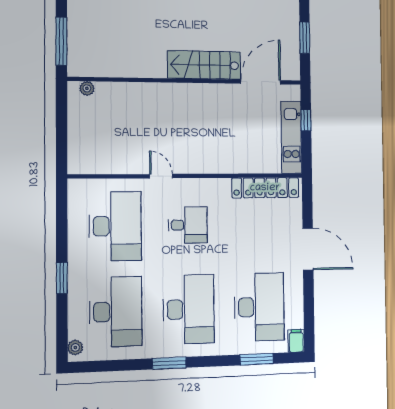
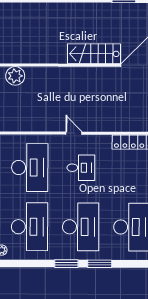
plant: (87, 88) -> (15, 76), width x1.88, depth x1.88
door: (161, 176) -> (74, 133), moved
window: (257, 359) -> (100, 264), moved

